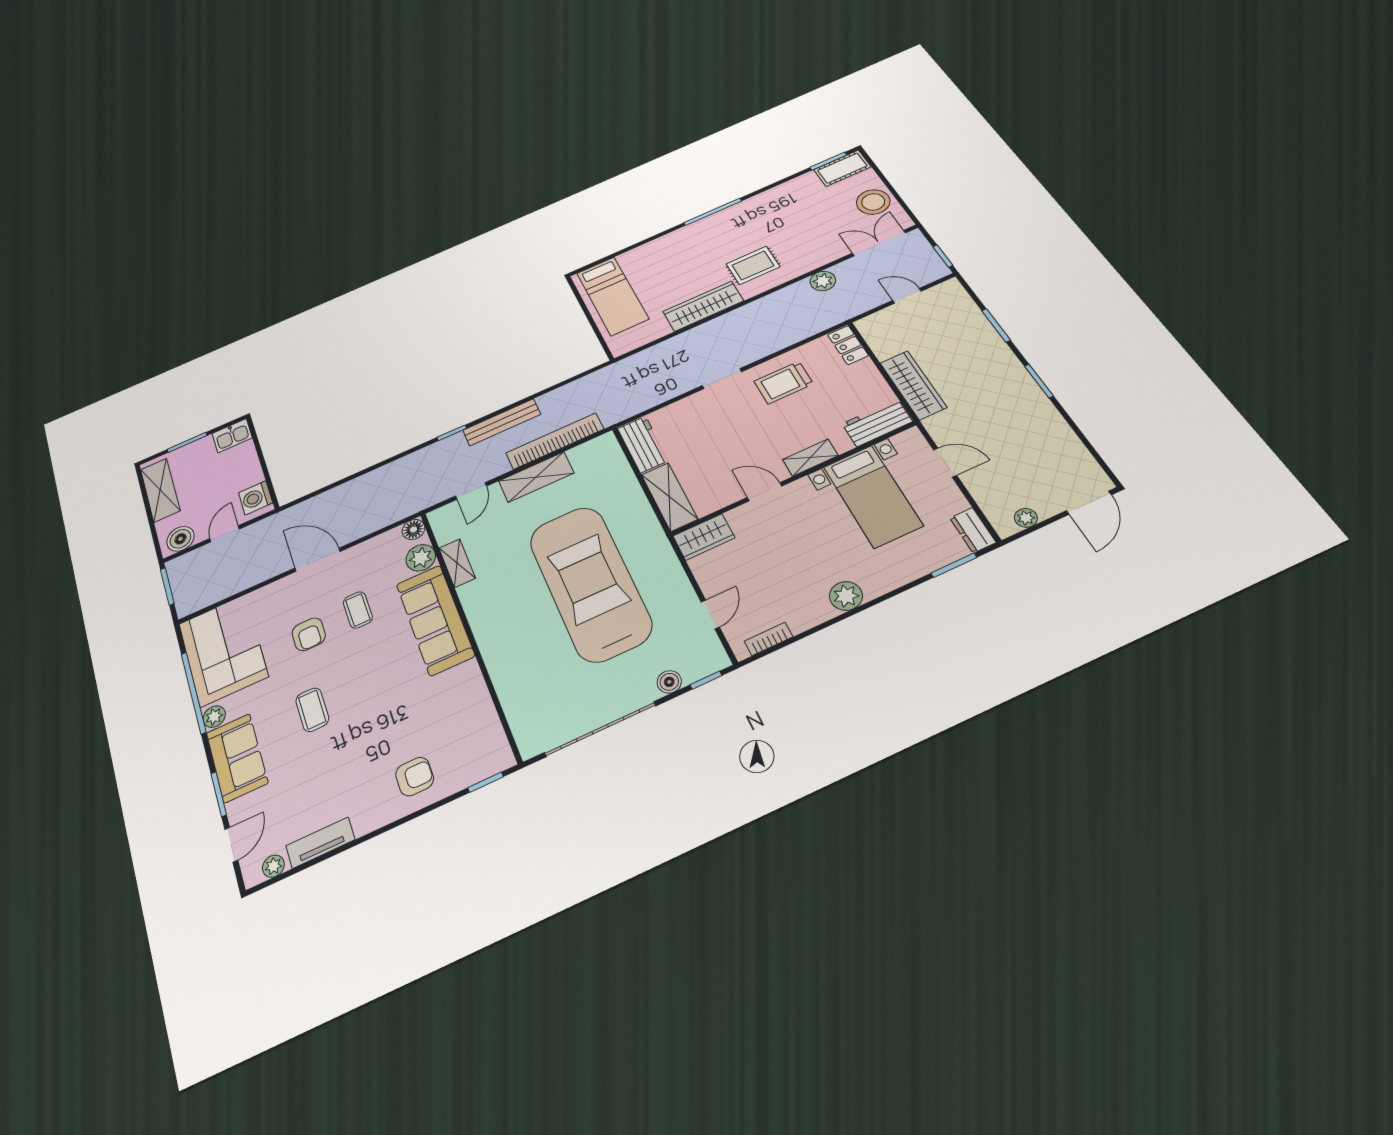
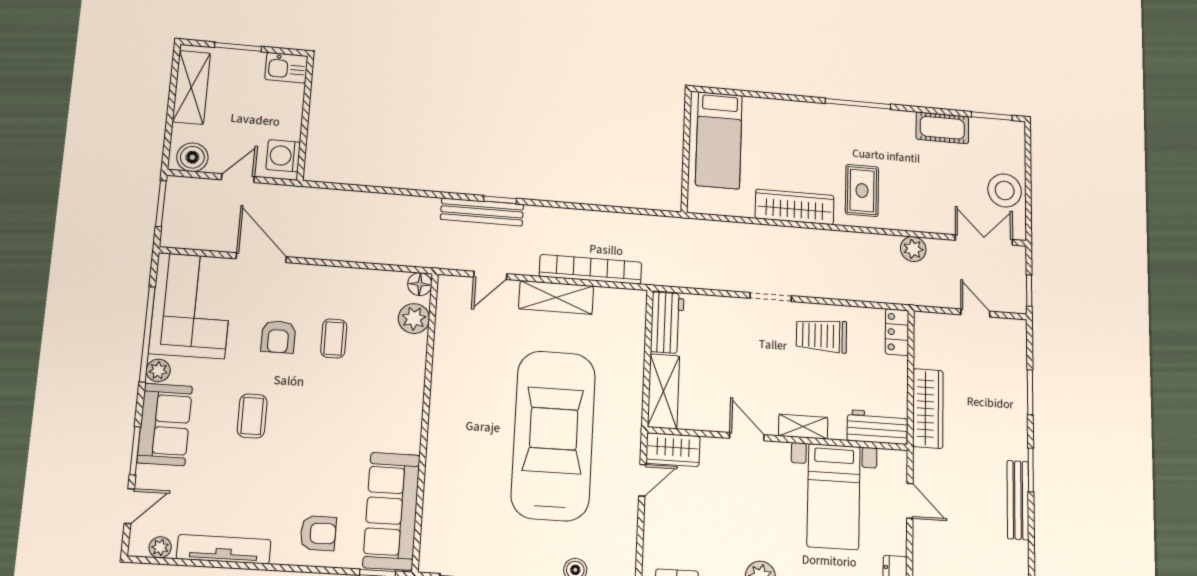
cot: (842, 168) -> (942, 128), moved
rug: (753, 265) -> (862, 190), turned 90
bench: (1044, 410) -> (1018, 500), added
bench: (502, 422) -> (482, 212), moved
door: (318, 560) -> (261, 258), moved
shelving: (457, 563) -> (445, 344), removed
door: (710, 614) -> (642, 480), moved
sofa: (435, 620) -> (392, 511), moved
tv unit: (320, 843) -> (224, 549), width x1.41

